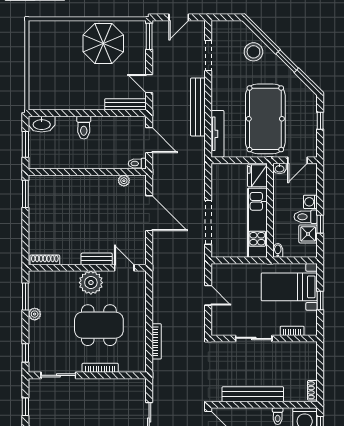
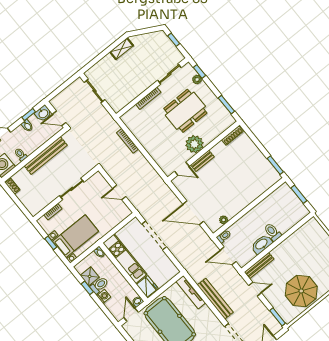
washbasin: (42, 124) -> (262, 244), moved
plant: (35, 314) -> (197, 79), moved
dining table: (99, 325) -> (185, 111), moved

